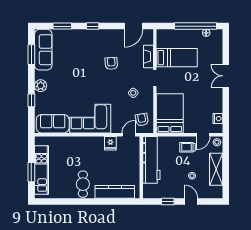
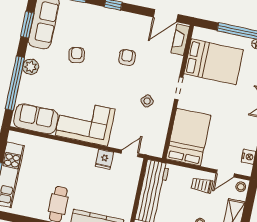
fireplace: (148, 57) -> (180, 40), moved
bed: (177, 58) -> (214, 62), width x1.50
window: (31, 100) -> (15, 83), width x3.17
armchair: (142, 120) -> (77, 55), moved

